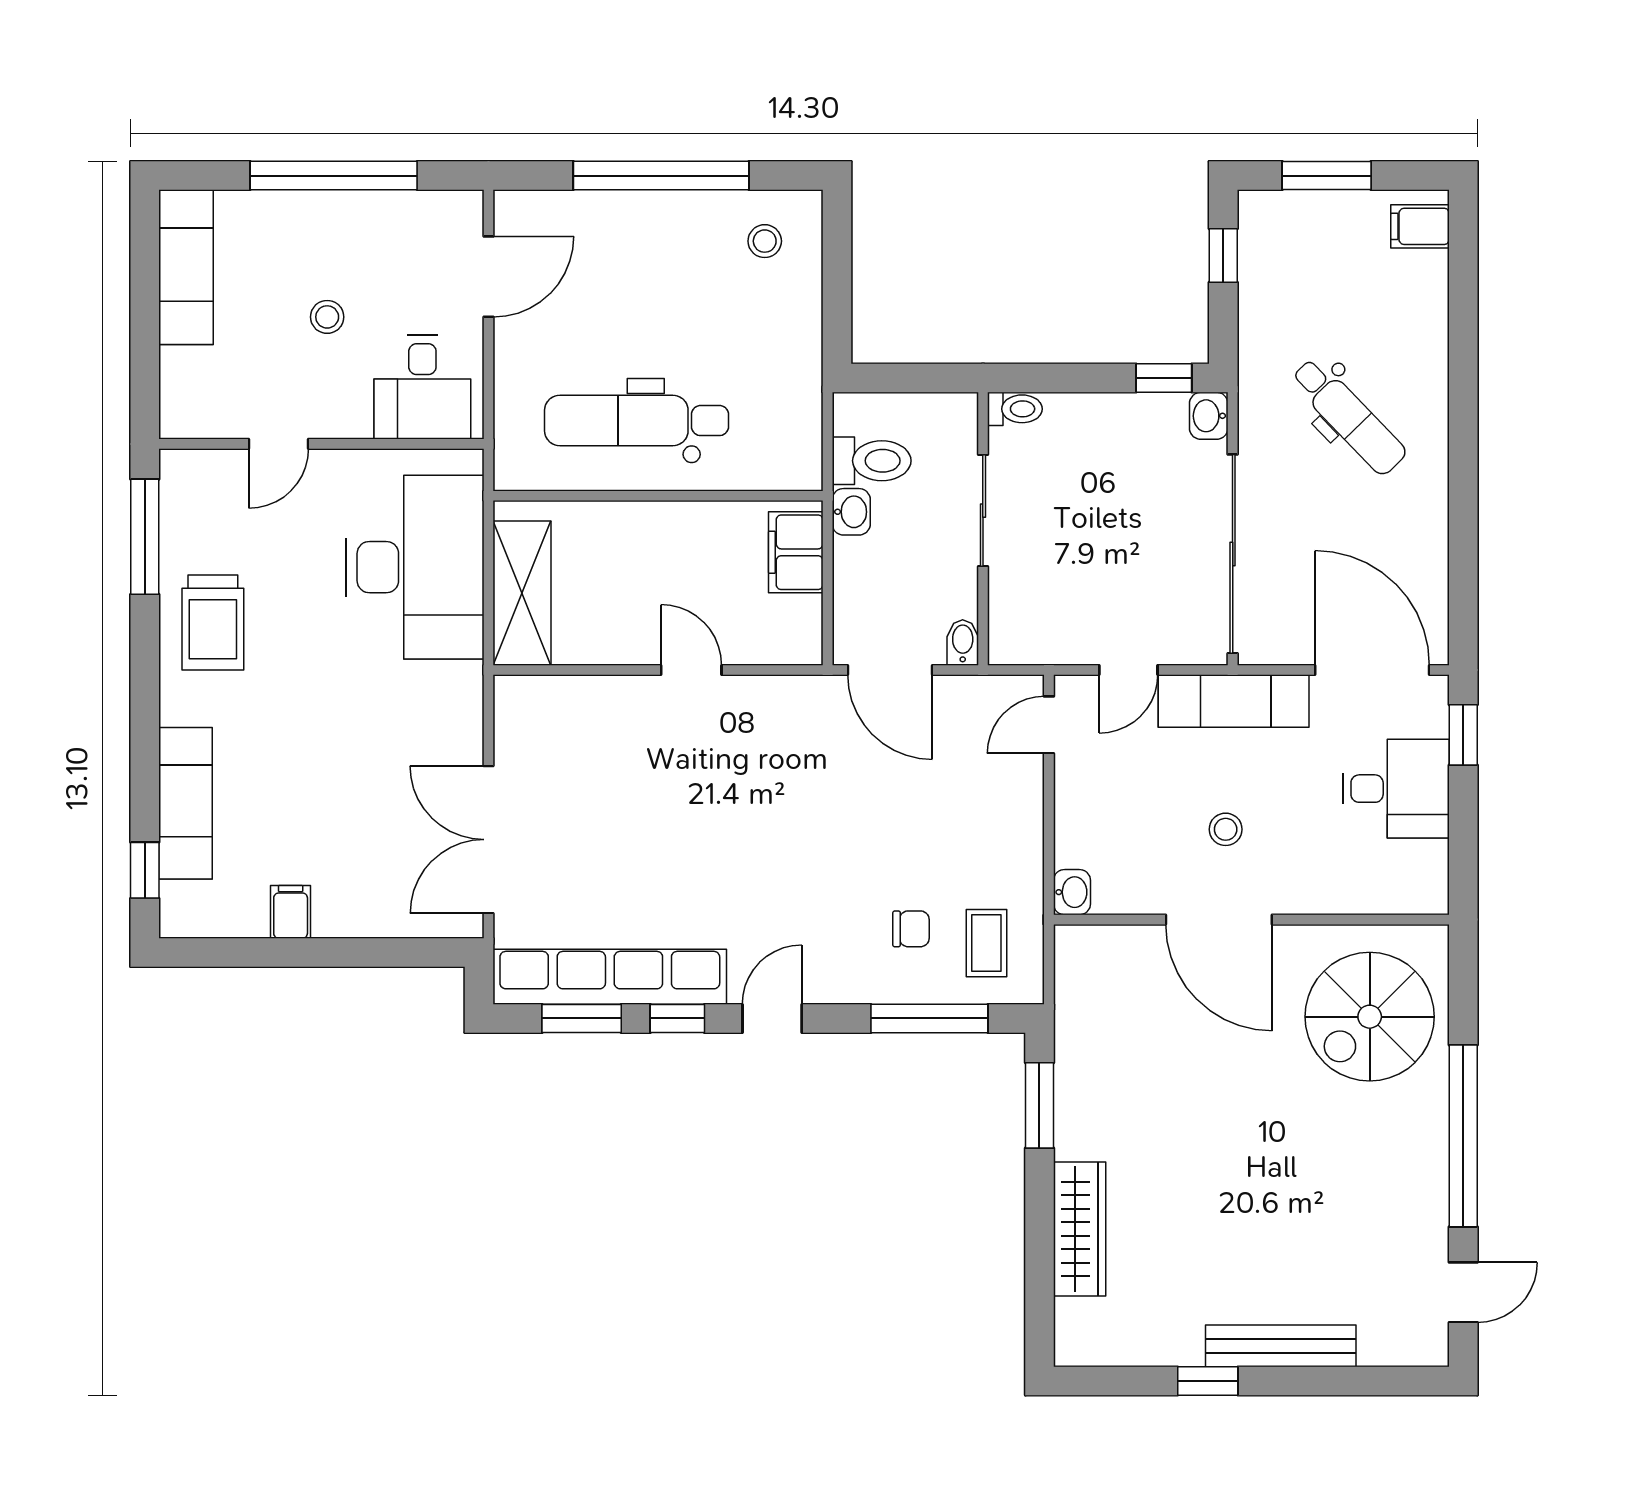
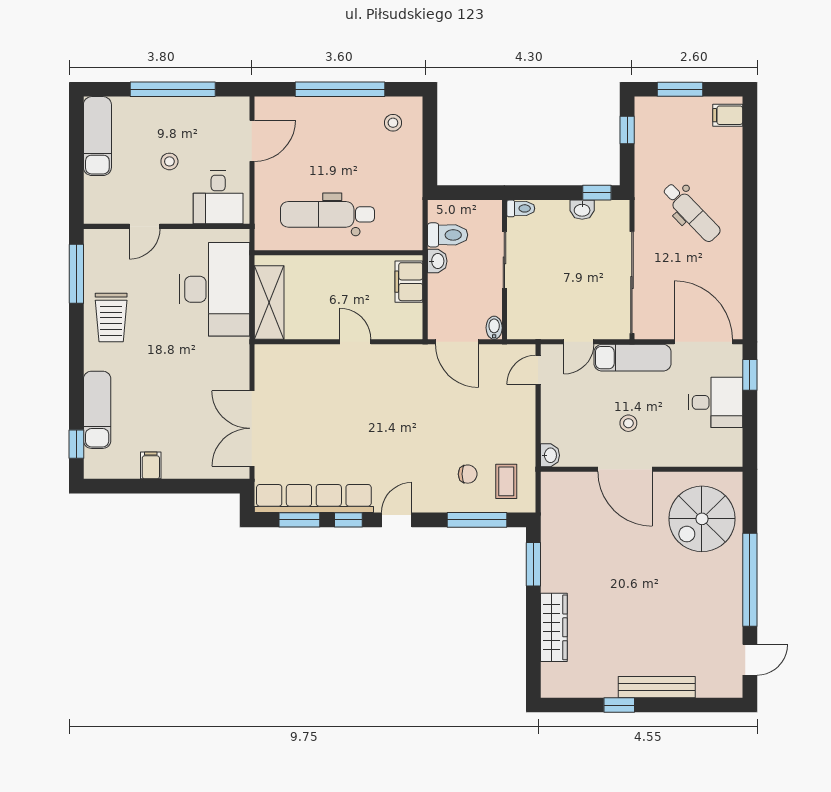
washbasin: (1209, 416) -> (582, 210), moved, turned -90

